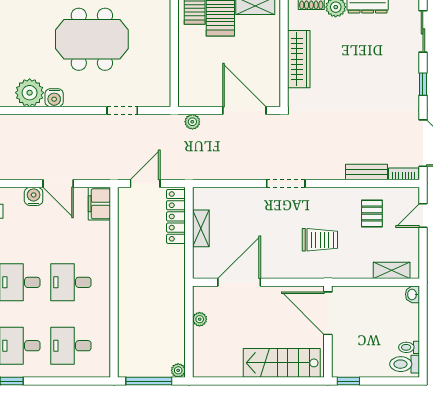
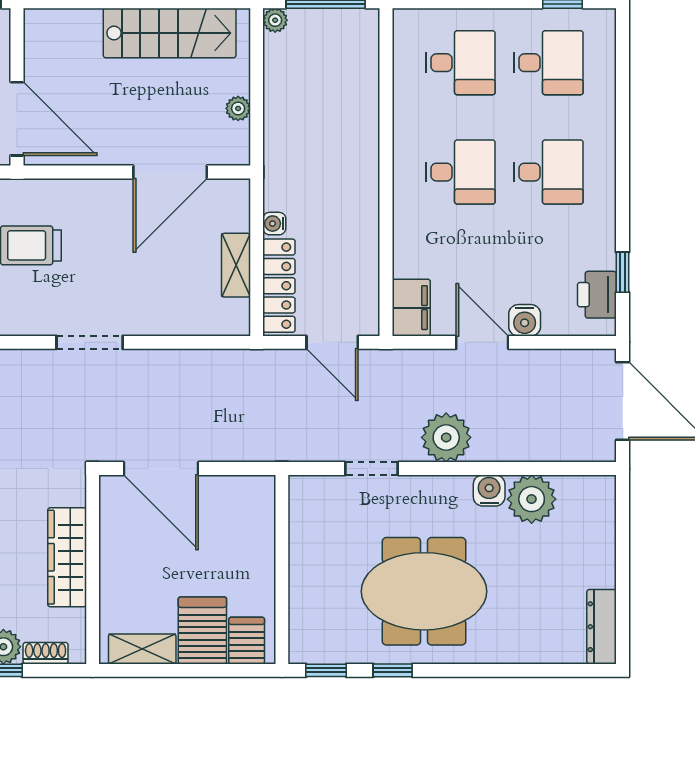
plant: (192, 122) -> (446, 437), moved, width x1.87, depth x1.87
door: (145, 184) -> (332, 342), hinge flipped
water cooler: (179, 252) -> (274, 224), added
stairs: (282, 363) -> (170, 33), moved

